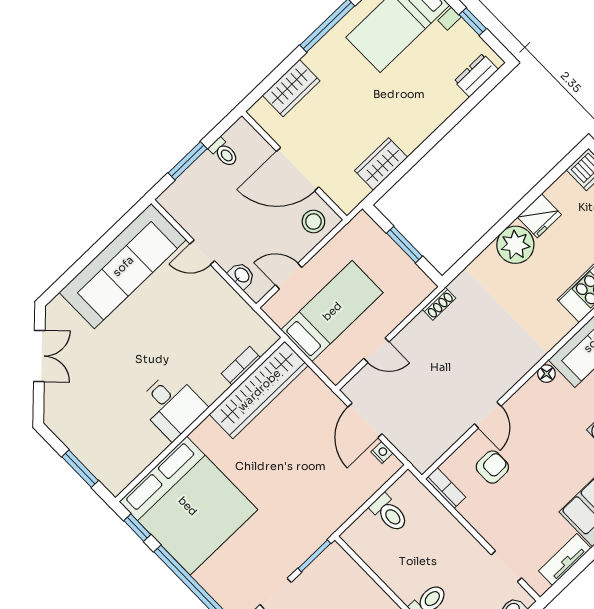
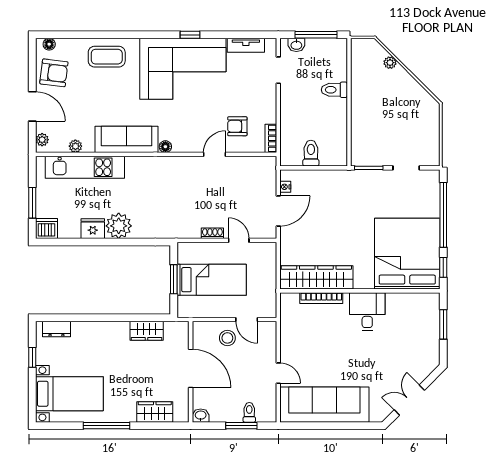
toilet: (224, 153) -> (249, 412), moved
stool: (313, 222) -> (227, 338), moved
washbasin: (242, 275) -> (201, 416), moved, turned 90
shoe rack: (439, 304) -> (212, 233), moved
bed: (332, 311) -> (212, 280), moved, turned 180
bookcase: (241, 366) -> (321, 298), width x1.56

